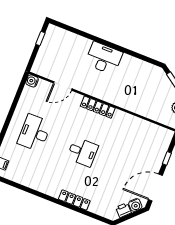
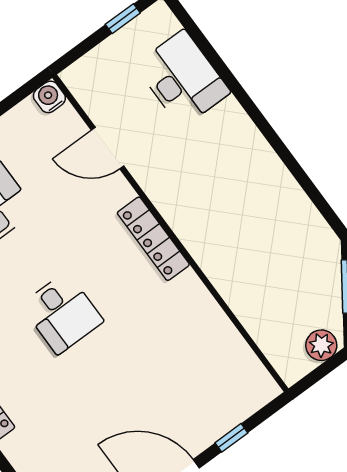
desk: (104, 58) -> (183, 79), moved

